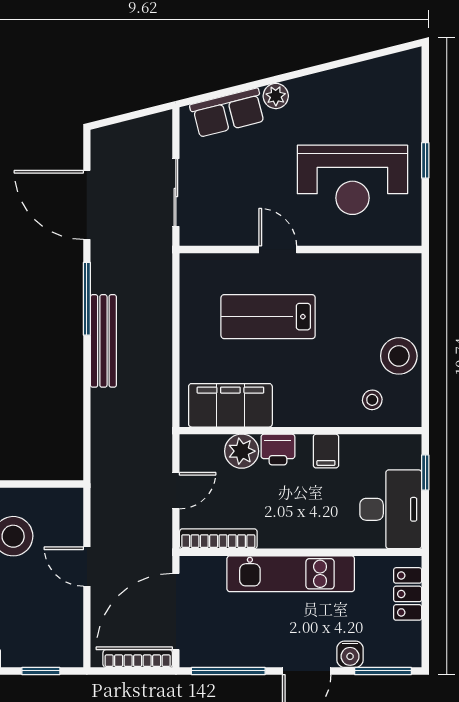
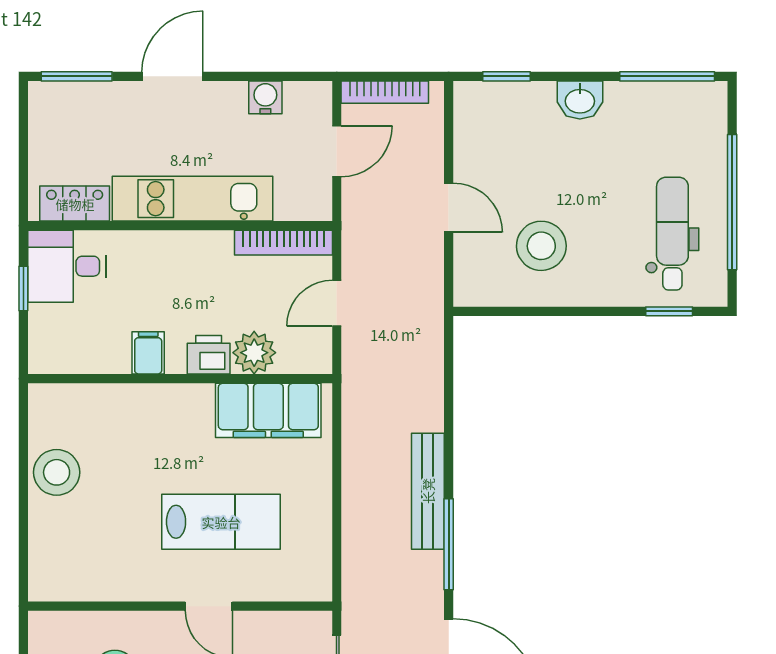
stool: (372, 400) -> (90, 417), removed
window: (425, 472) -> (23, 289), moved
desk: (391, 509) -> (67, 266), width x0.73
locker: (408, 594) -> (75, 204), moved, turned -90
door: (176, 612) -> (337, 151), width x0.53
water cooler: (350, 654) -> (265, 97), moved
window: (228, 671) -> (271, 76), removed

